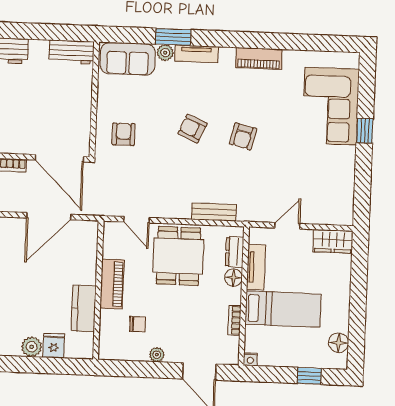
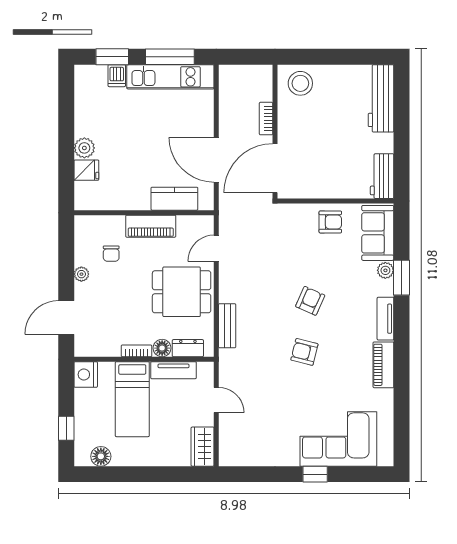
tv unit: (196, 54) -> (385, 319), moved
armchair: (124, 134) -> (330, 222), moved
kitchen counter: (84, 308) -> (174, 199), moved
bookcase: (234, 320) -> (137, 351), moved
nightstand: (250, 359) -> (86, 374), width x1.89, depth x1.79

